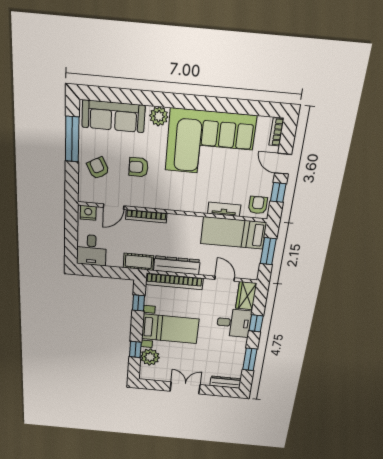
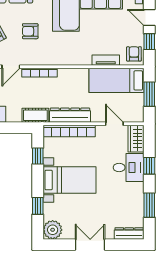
plant: (150, 357) -> (53, 230), moved

